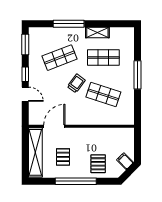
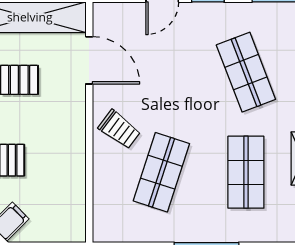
trolley: (76, 83) -> (119, 129), moved

